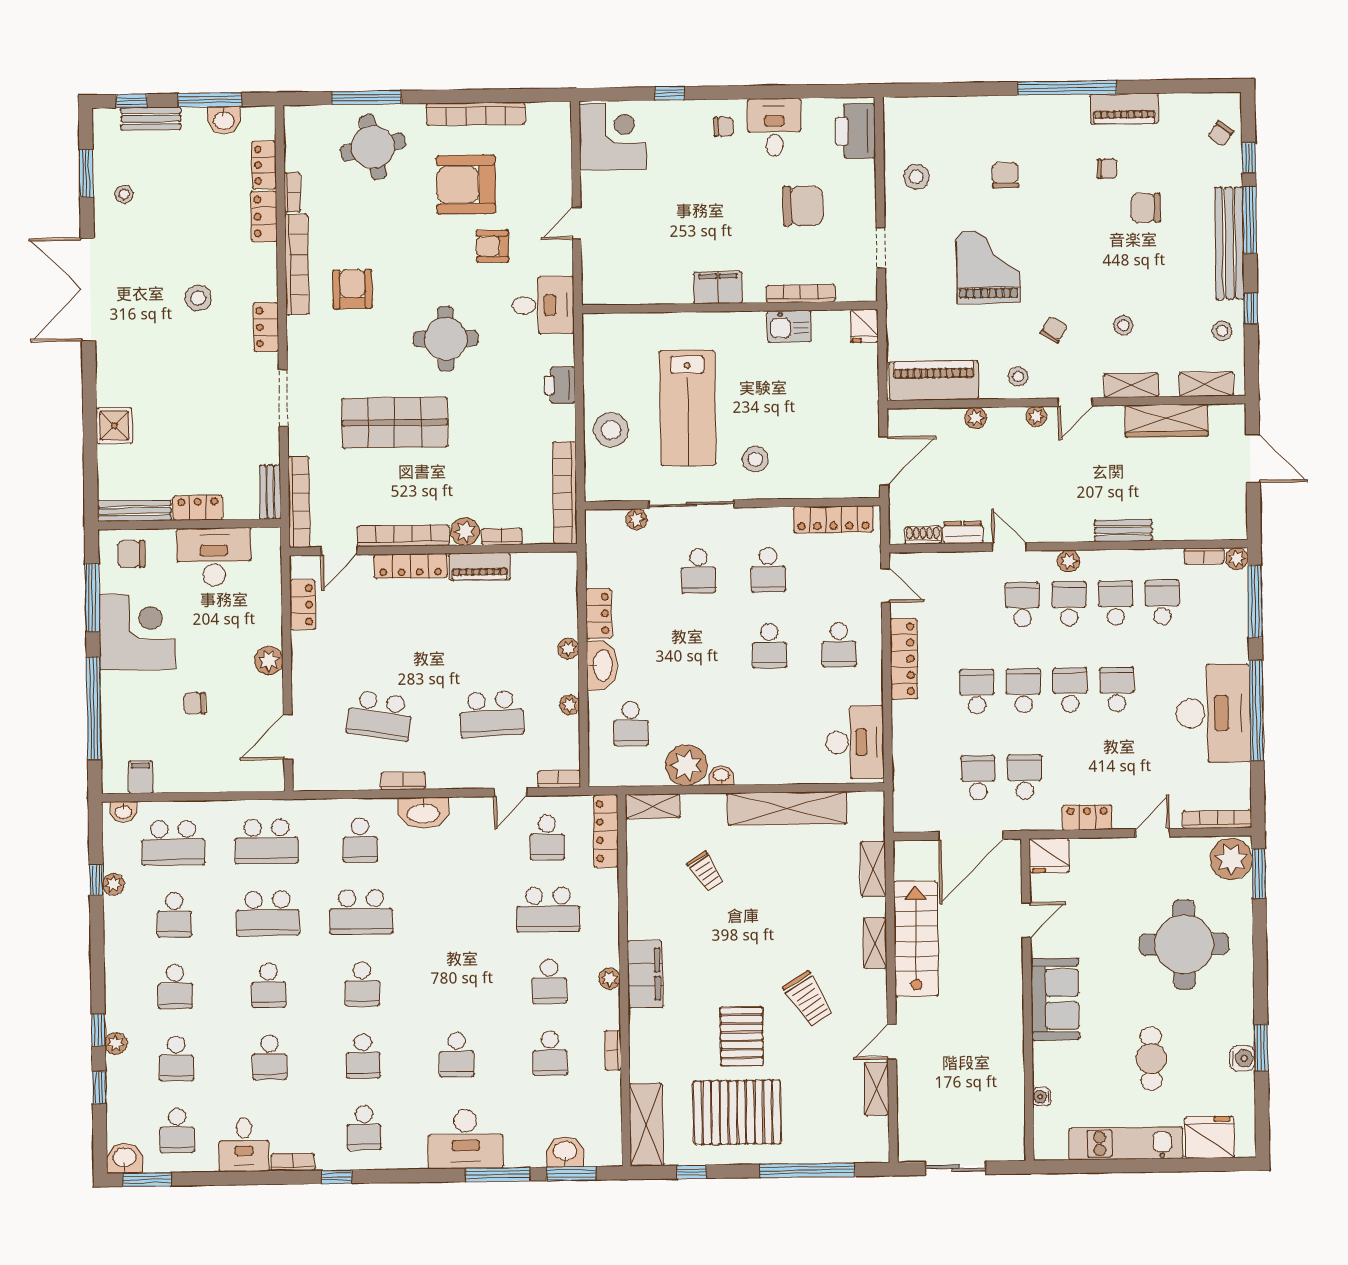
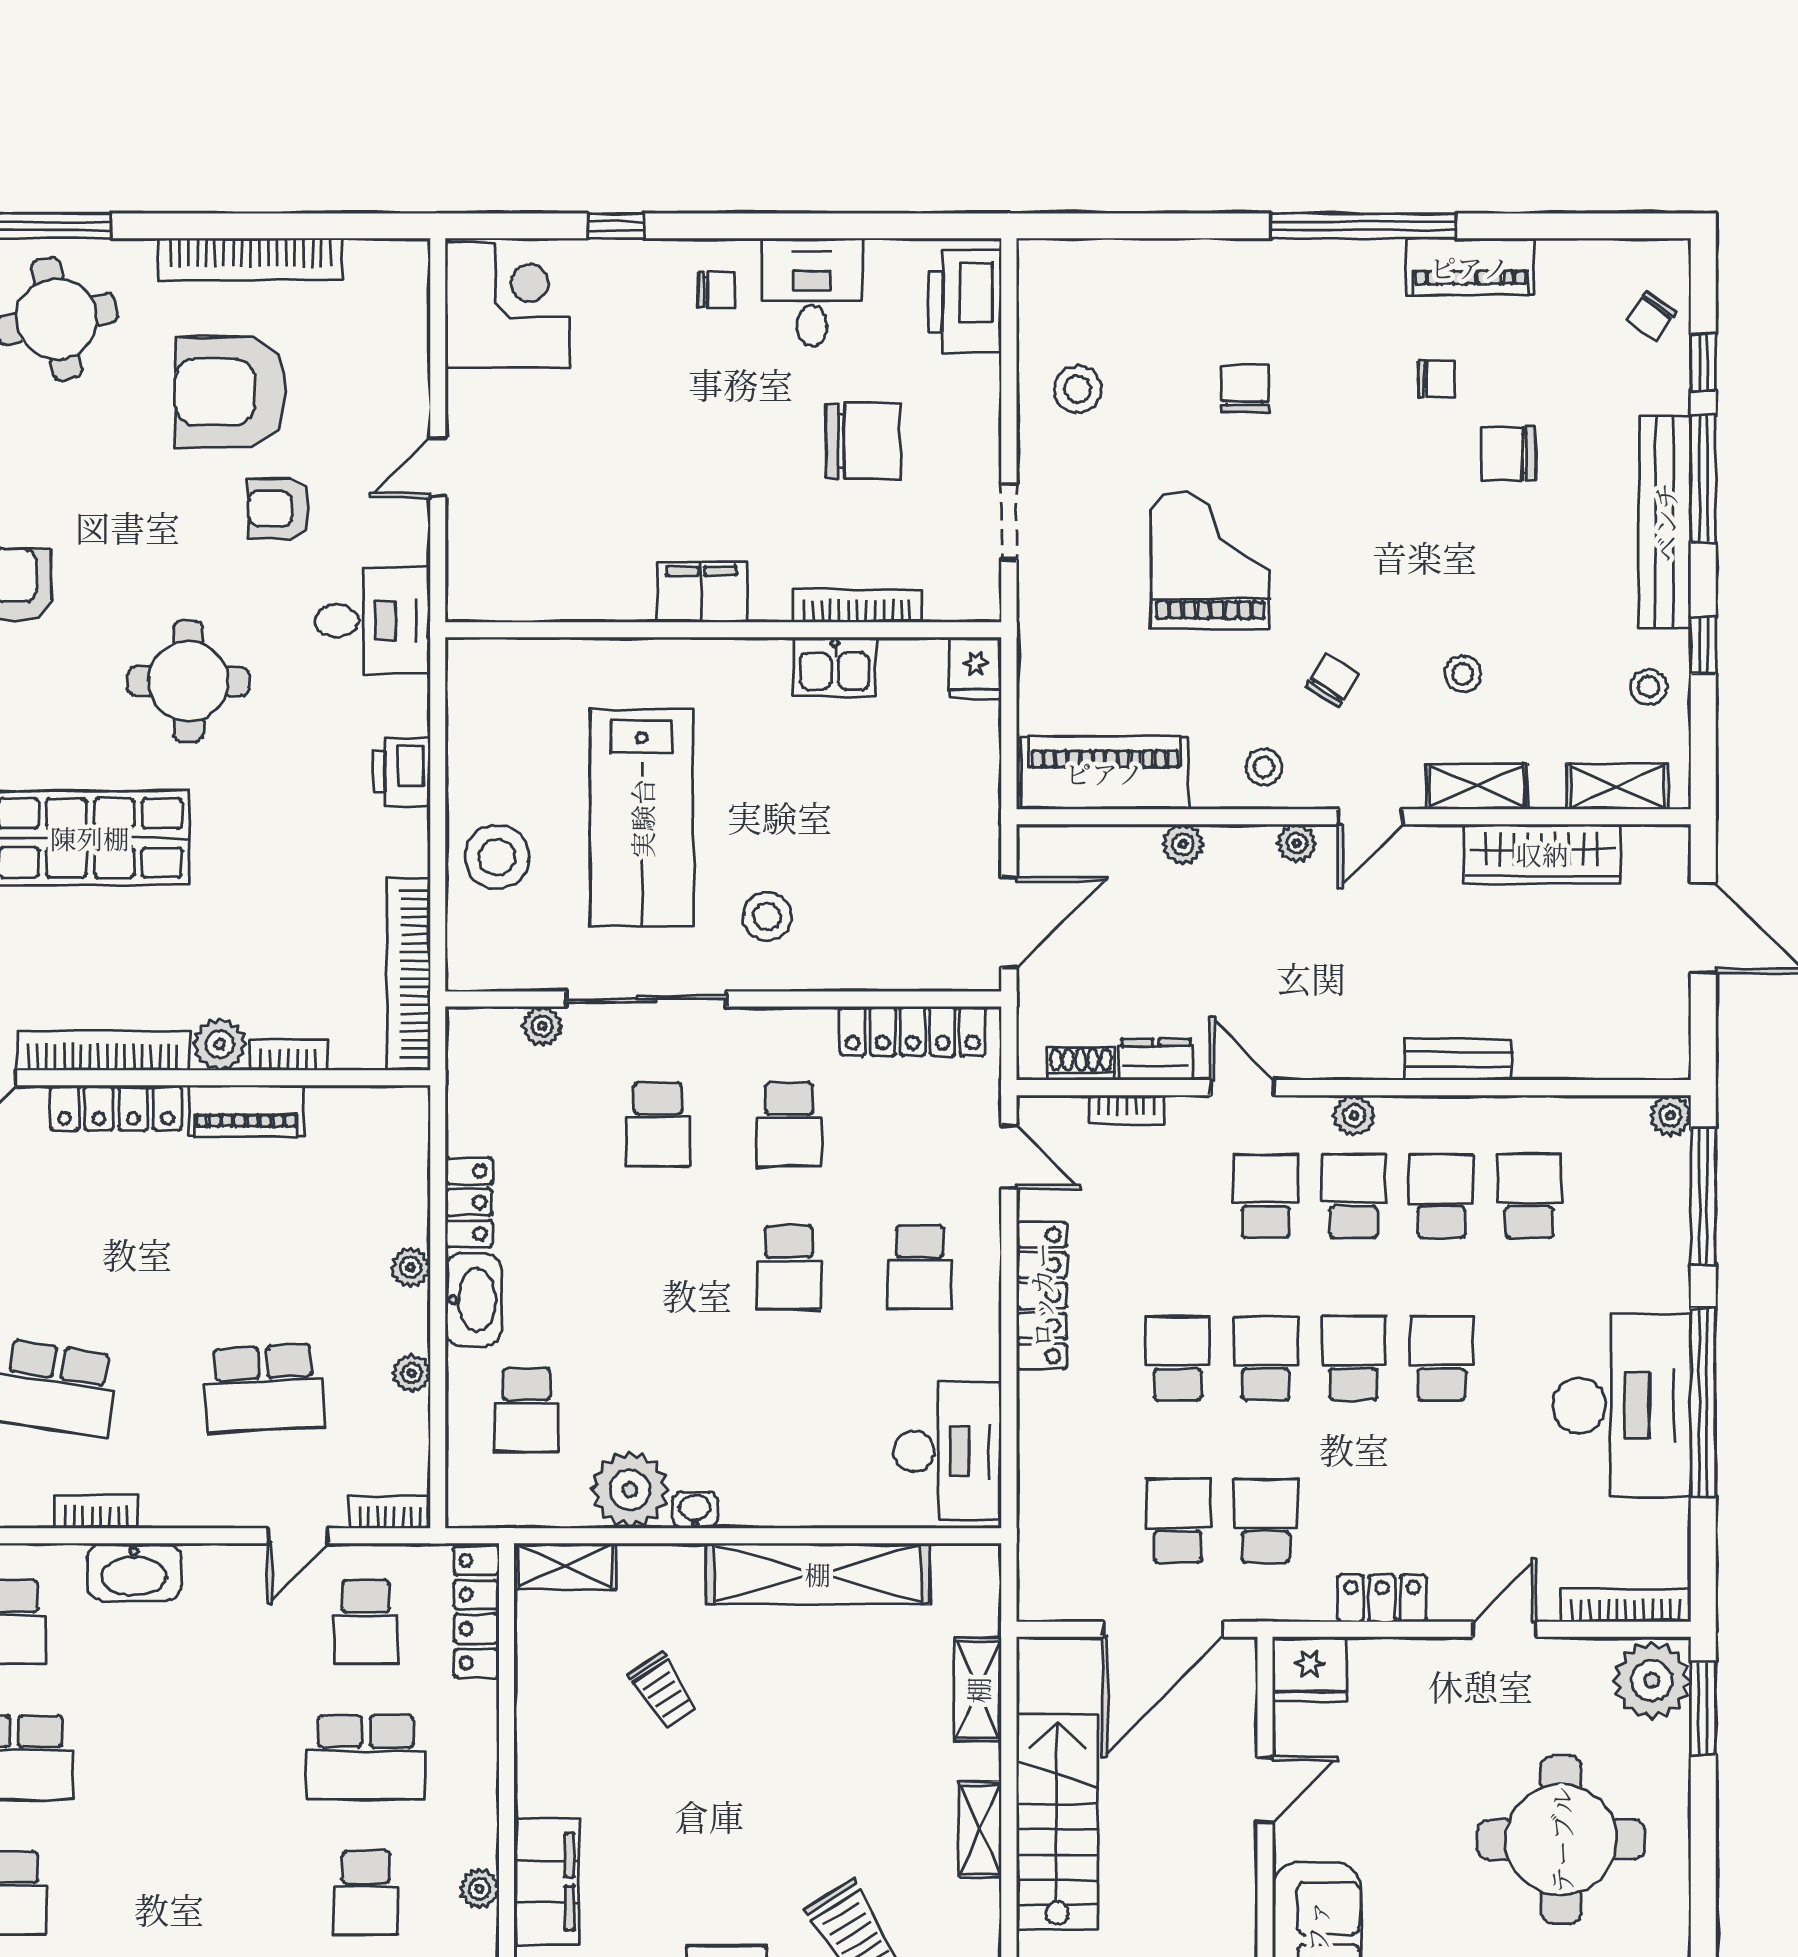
bookcase: (1204, 556) -> (1126, 1110), moved

